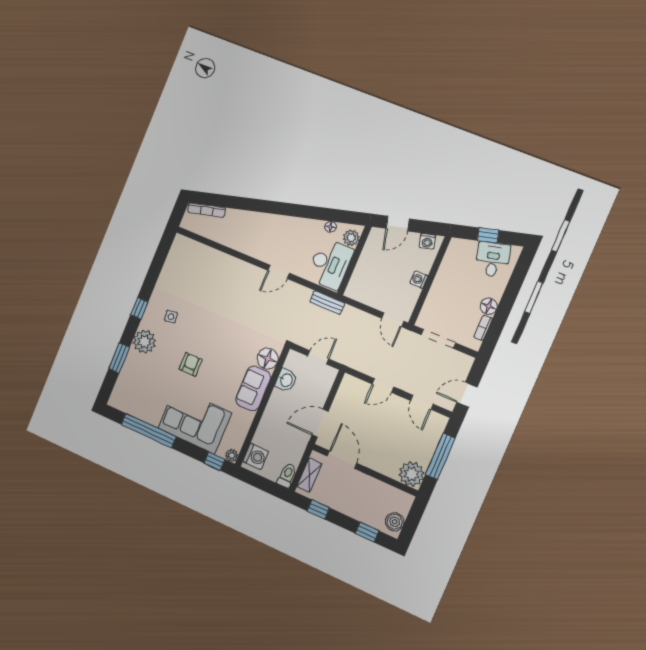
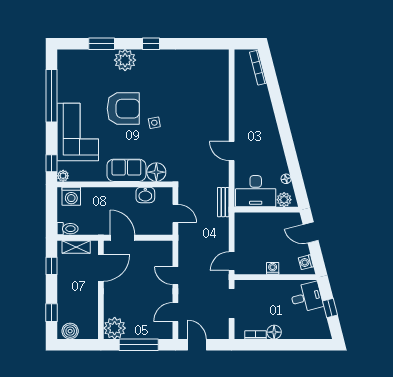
desk: (493, 260) -> (307, 297), moved
side table: (171, 317) -> (154, 123), moved
armchair: (191, 364) -> (123, 109), width x1.88, depth x1.88

